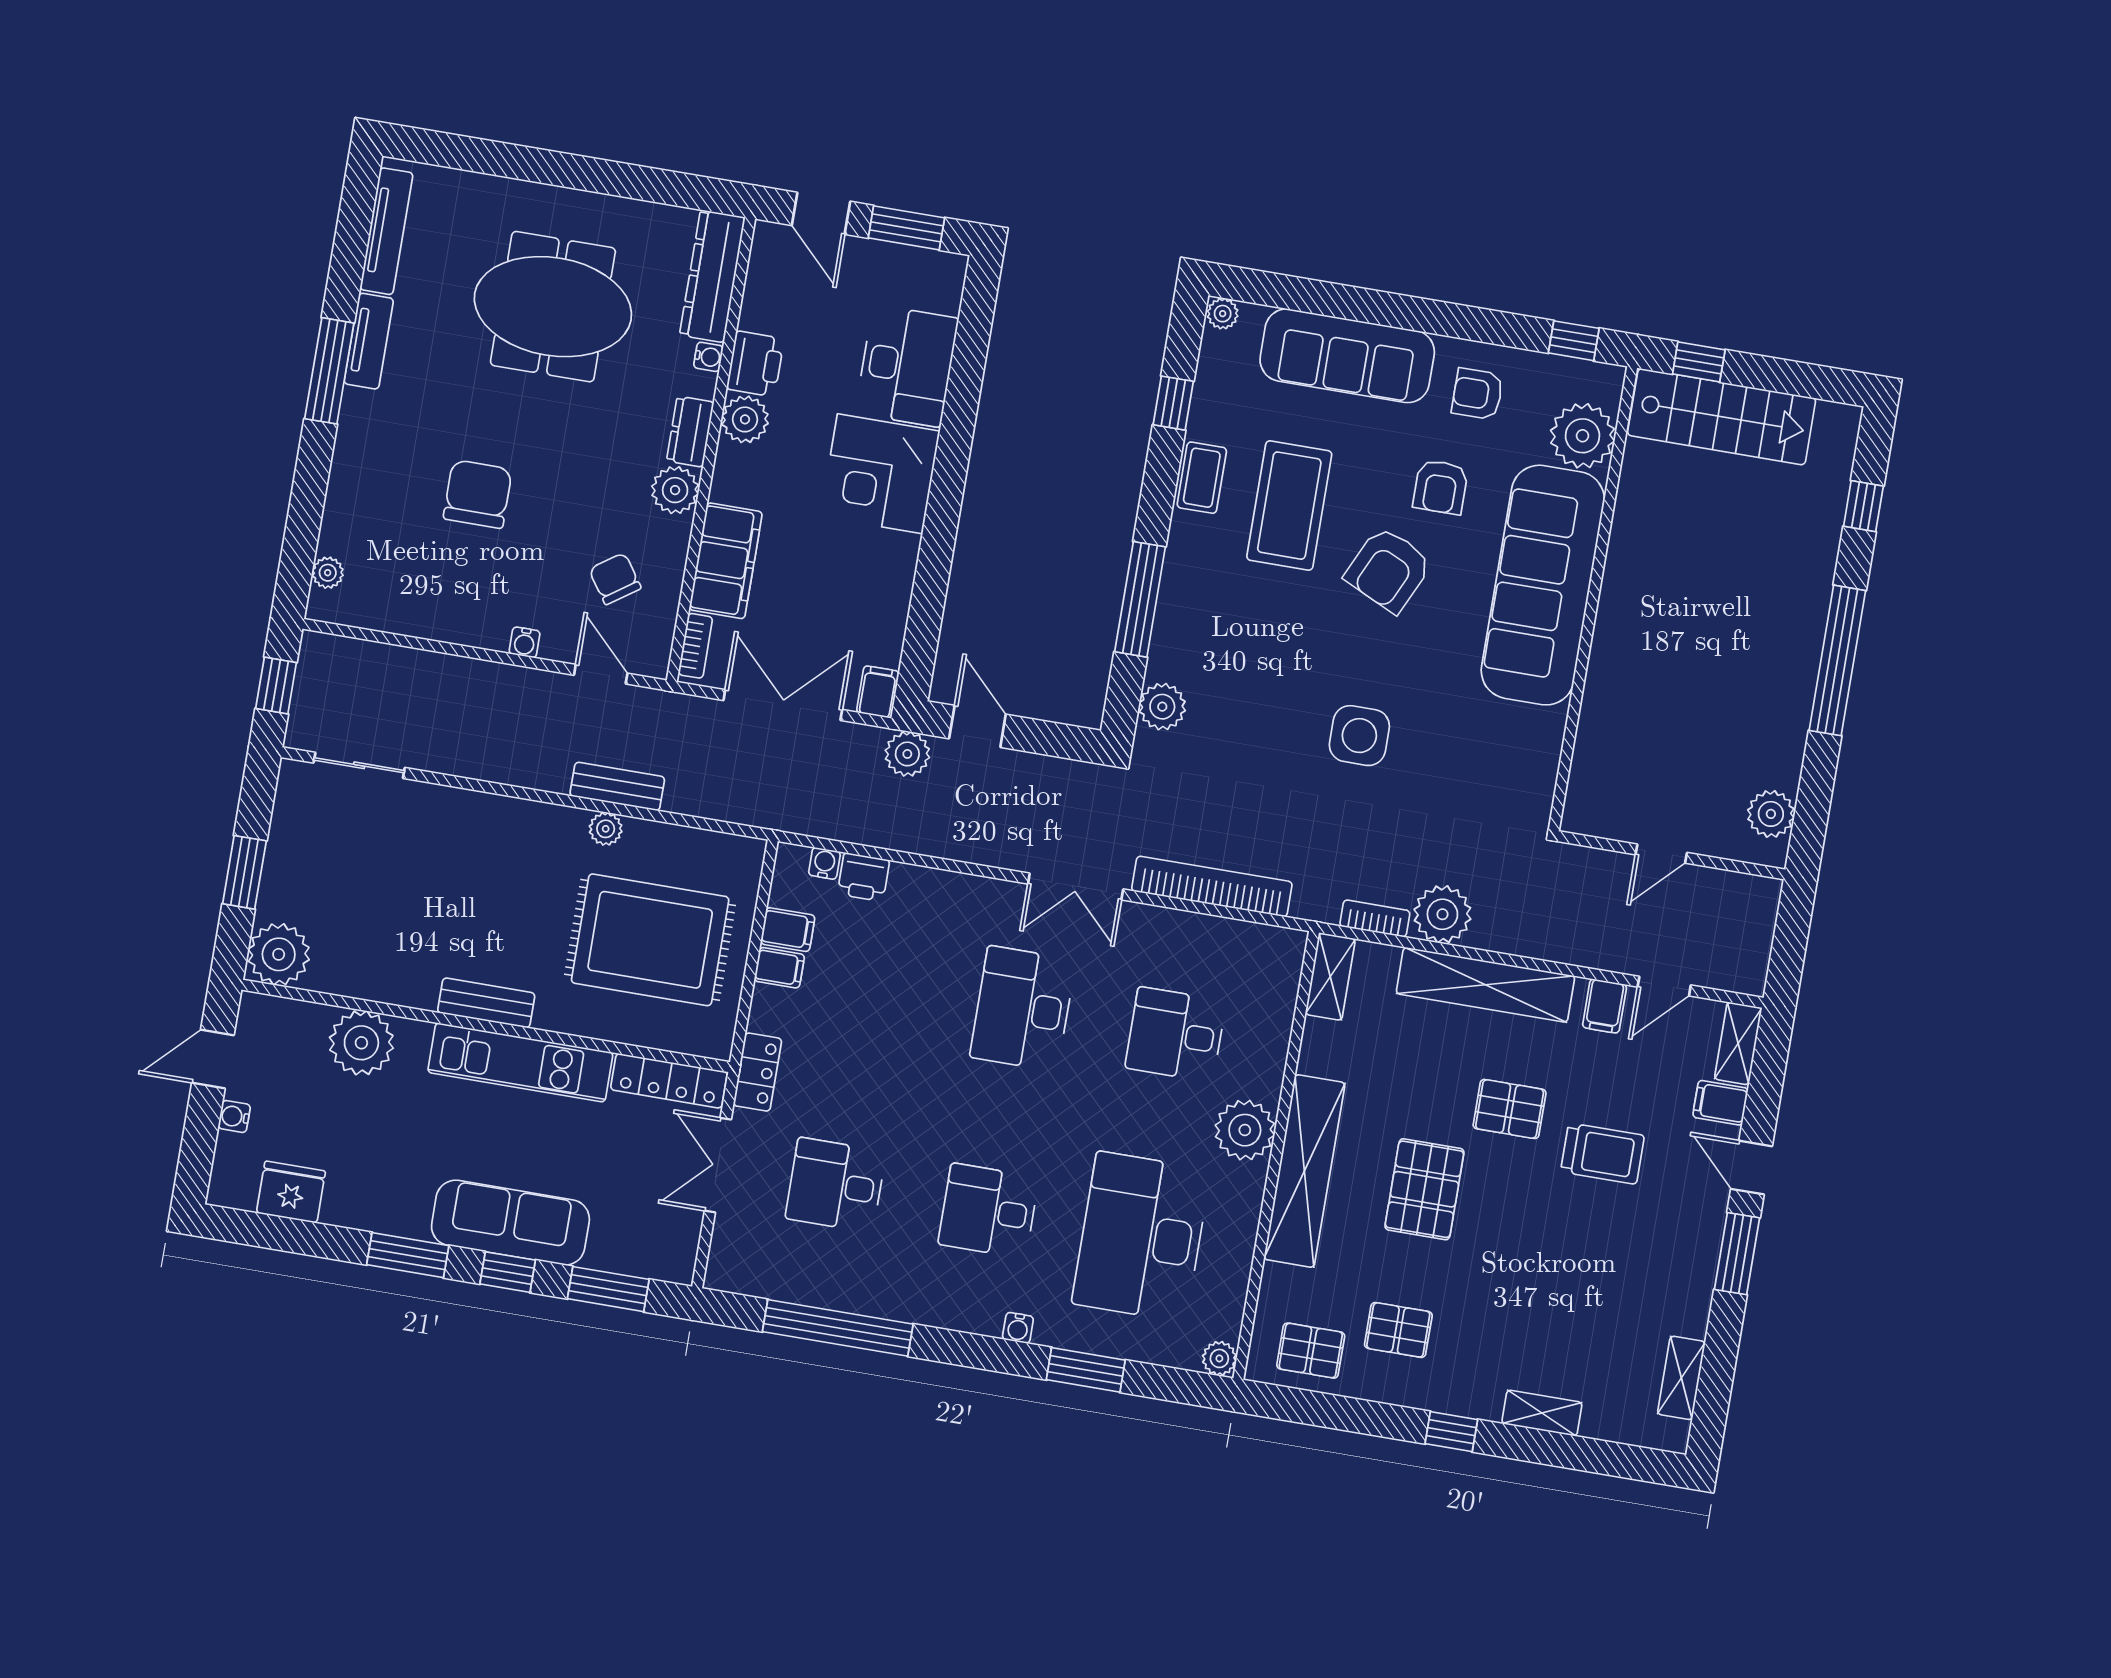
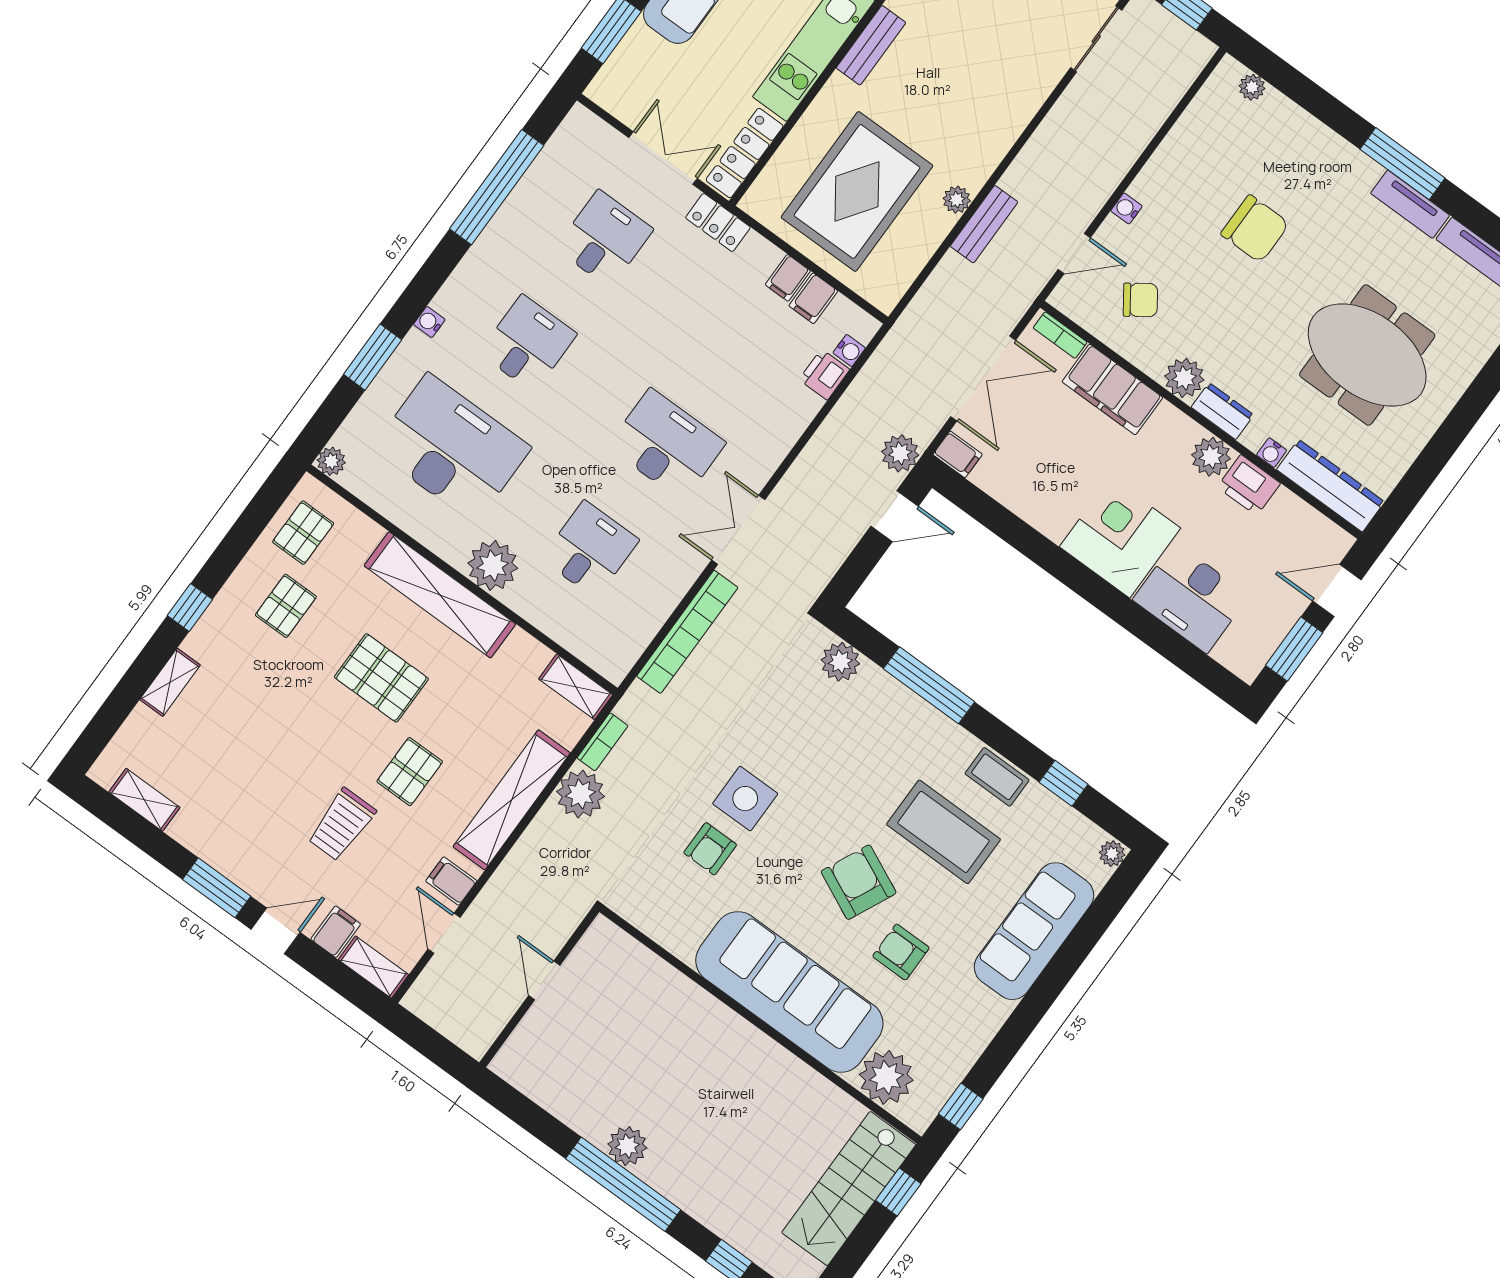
meeting table: (553, 307) -> (1367, 355), turned 90
armchair: (1477, 394) -> (710, 849), moved, turned 180
plant: (1771, 814) -> (627, 1146), moved

